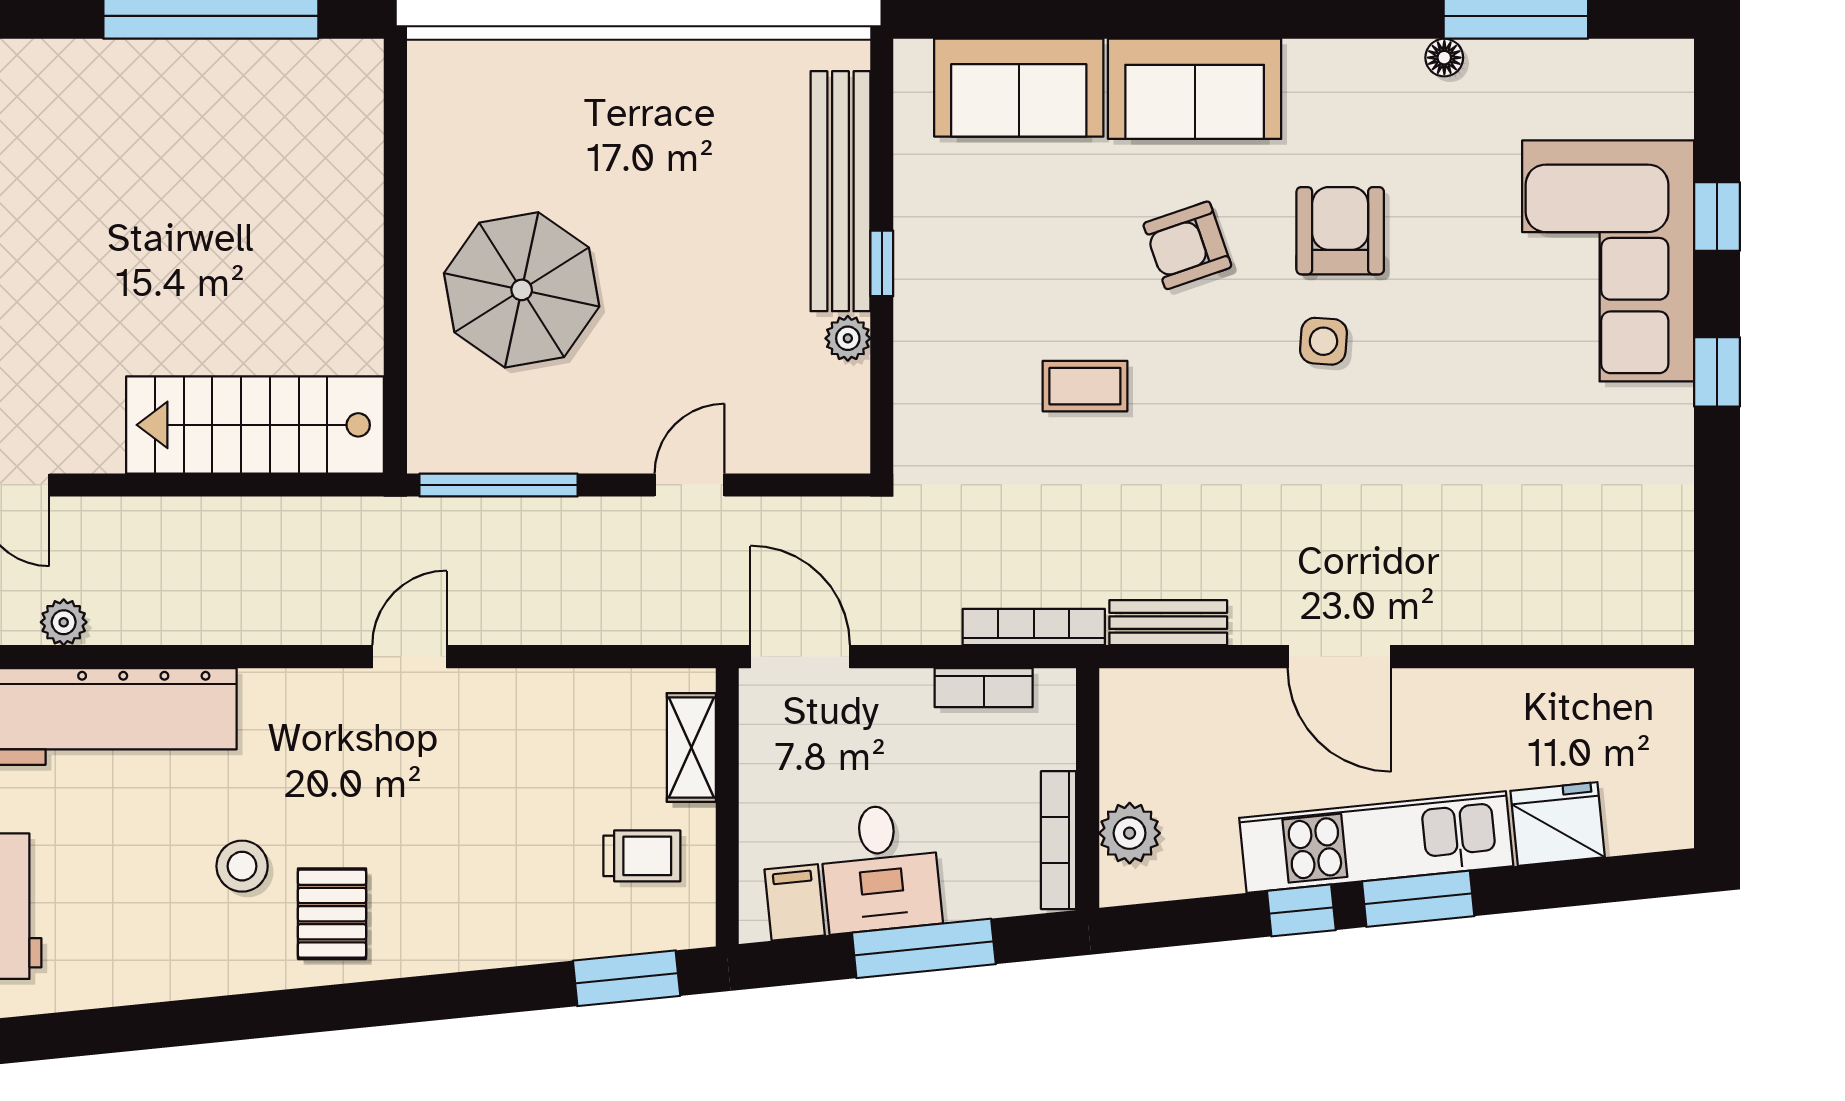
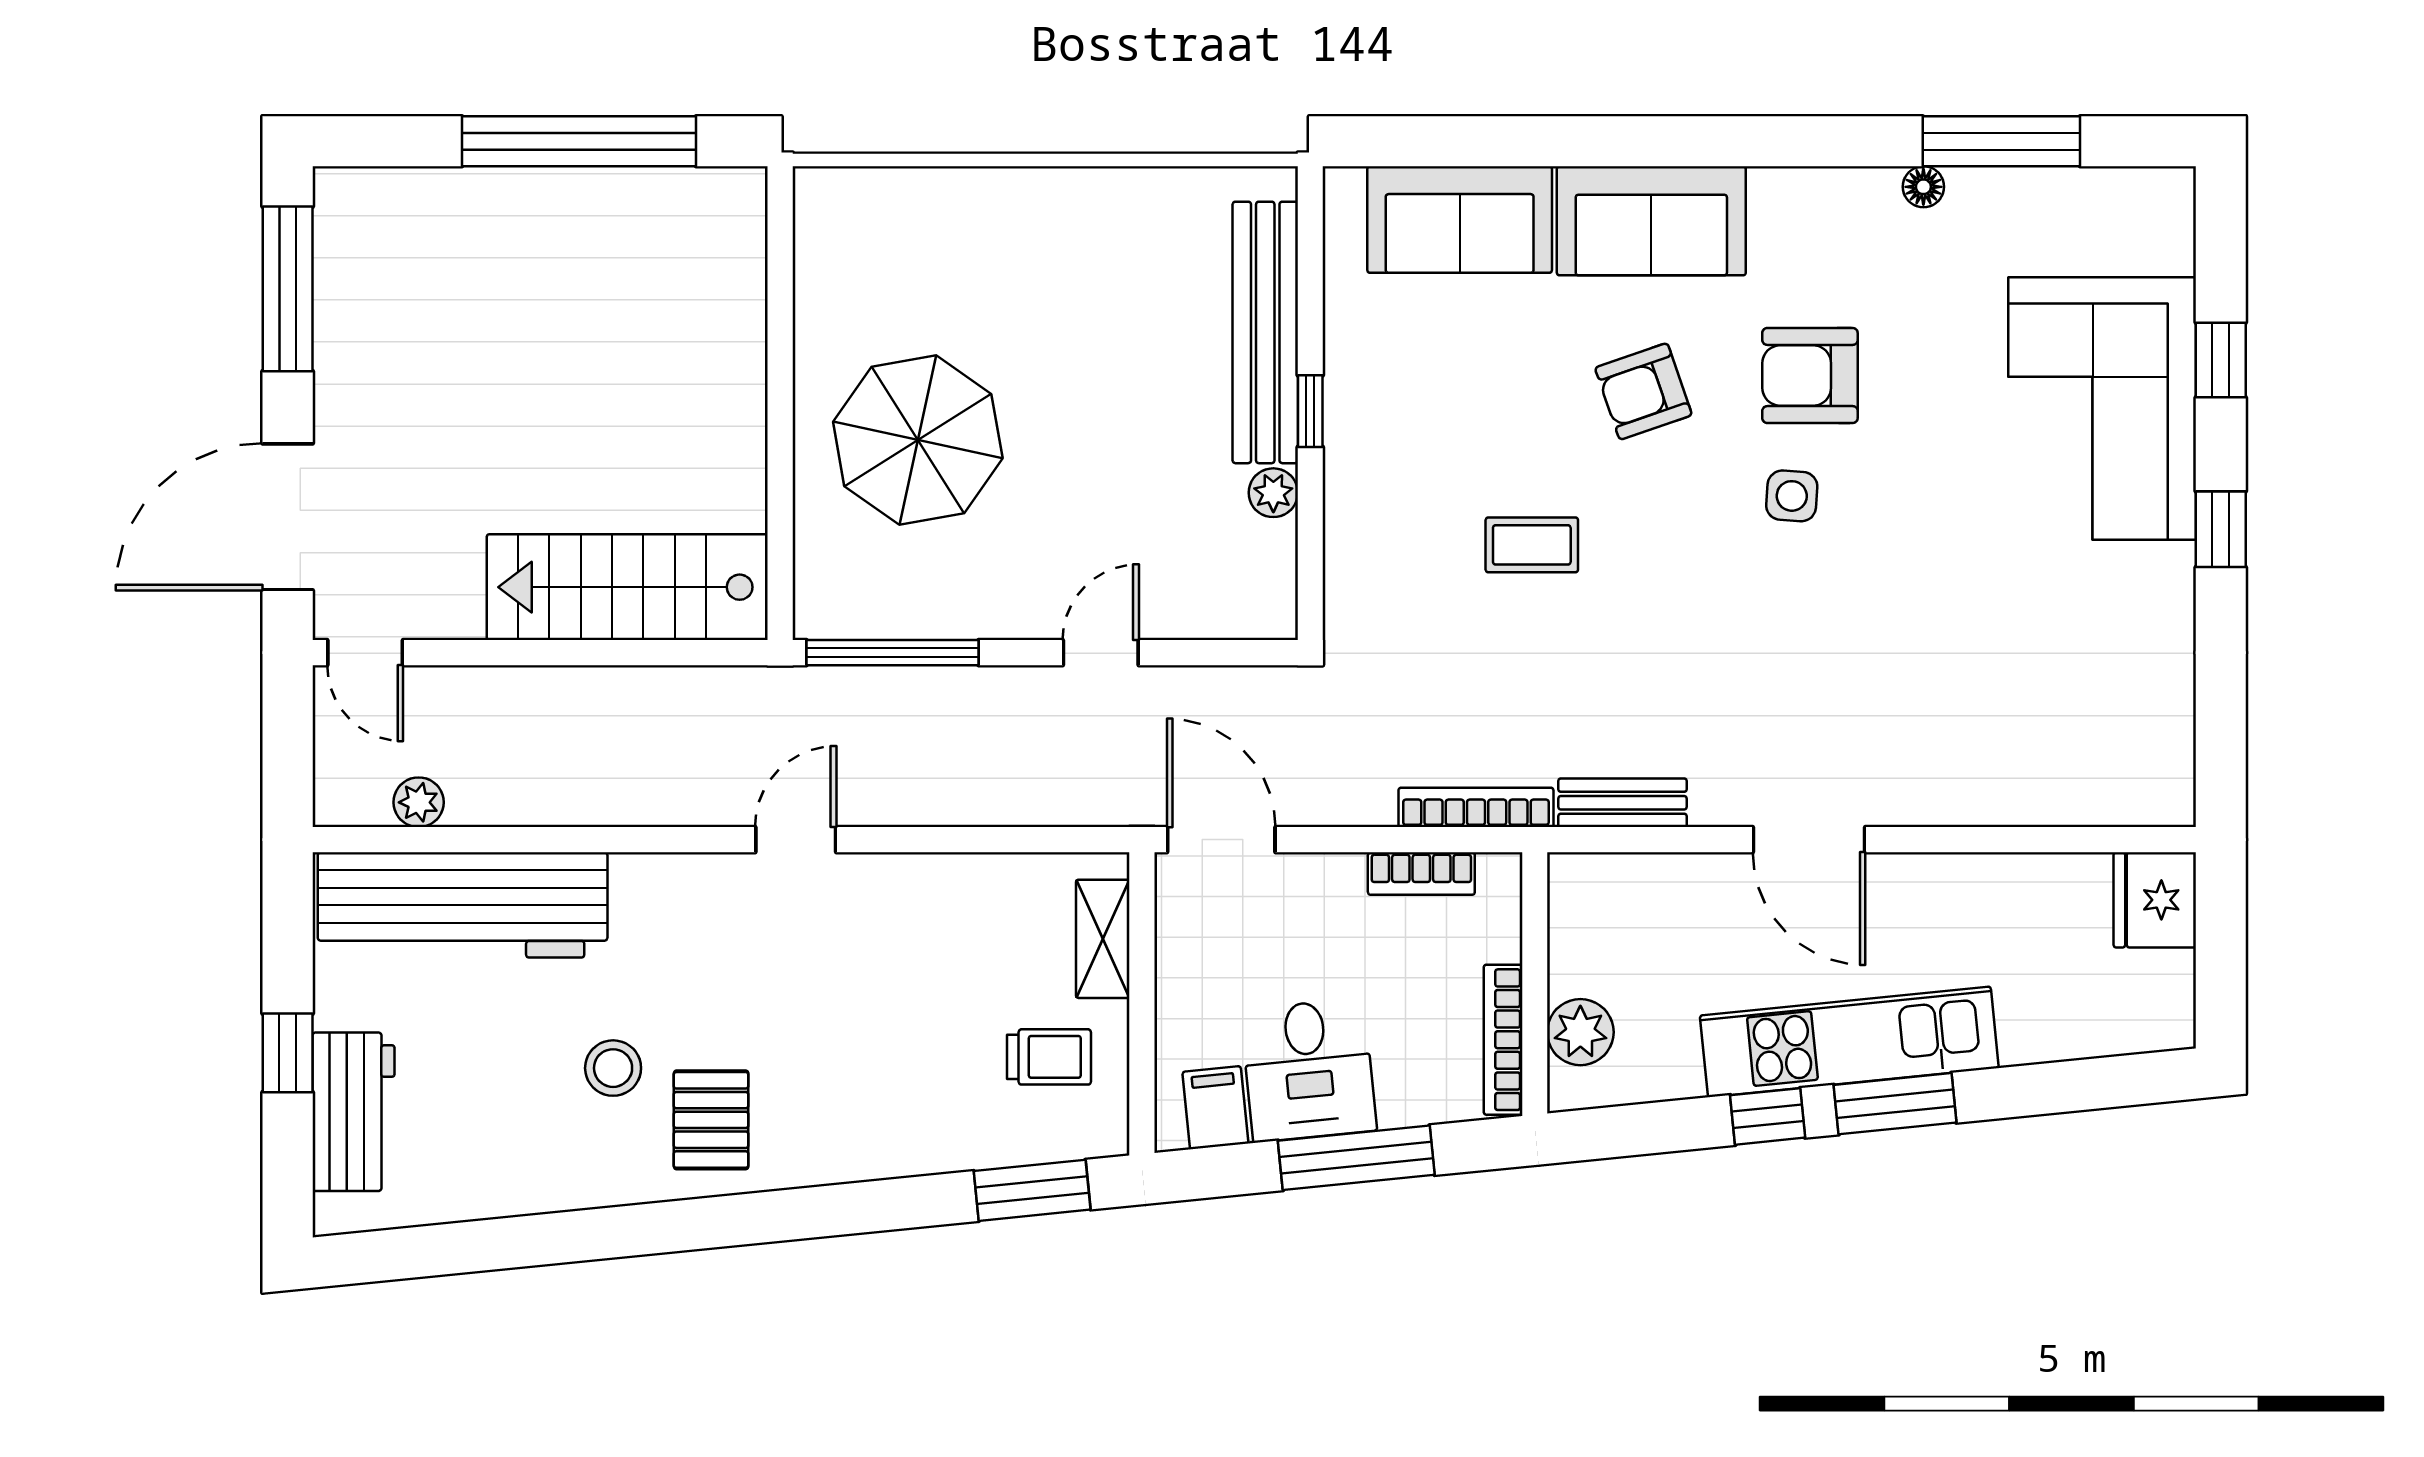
armchair: (1340, 231) -> (1810, 375), turned -90
fridge: (1558, 824) -> (2155, 900), moved, turned -84

